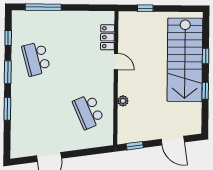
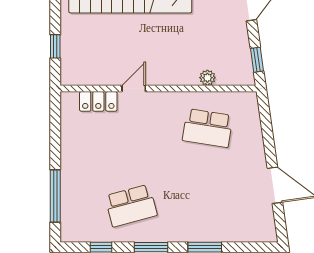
plant: (123, 101) -> (207, 78), moved
school desk: (88, 112) -> (208, 128), turned 33

